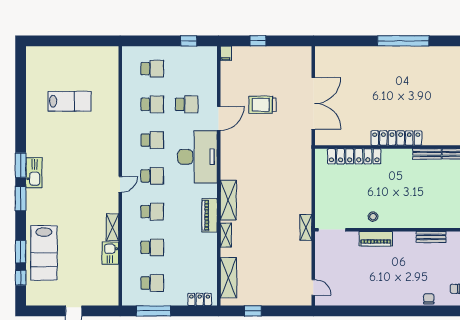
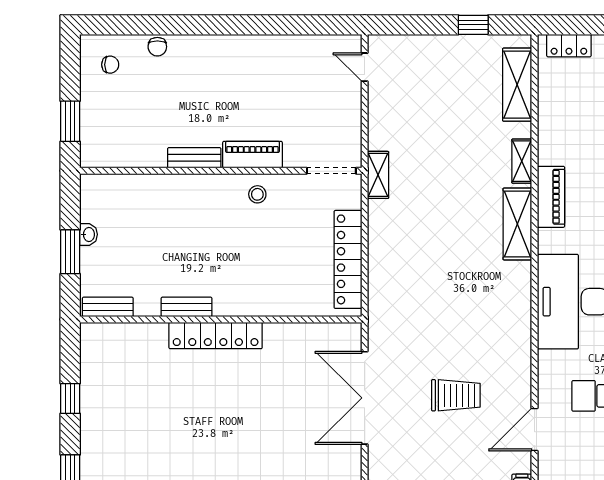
door: (219, 118) -> (535, 429), moved
bench: (427, 154) -> (187, 307), moved
locker: (354, 156) -> (348, 259), moved, turned -90
bench: (431, 237) -> (194, 158), moved

